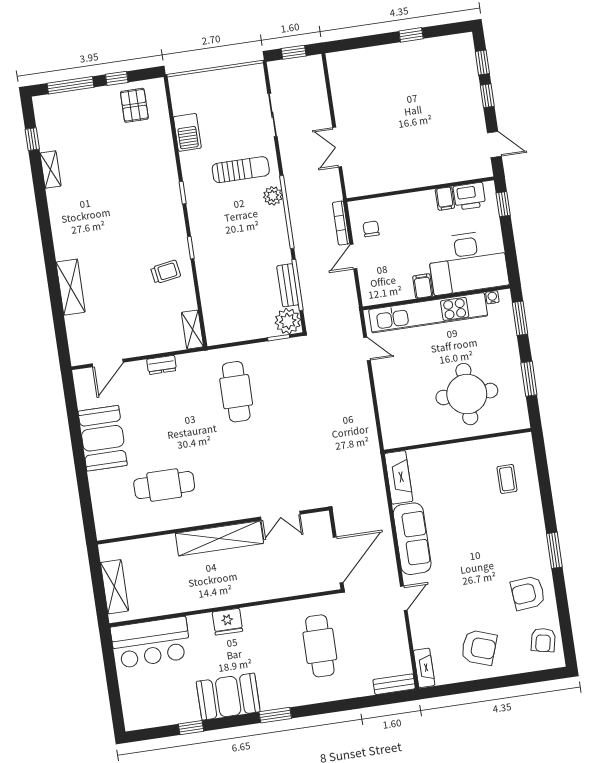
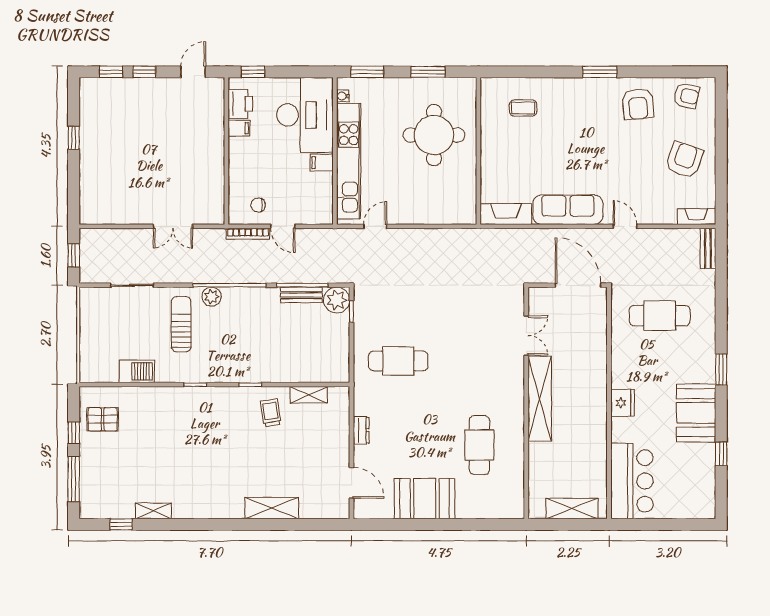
shelving: (192, 330) -> (309, 395), moved

